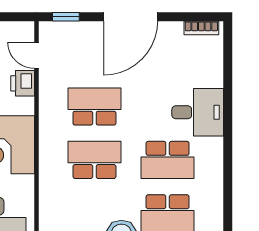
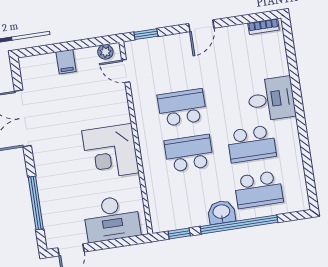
door: (131, 17) -> (201, 26), width x0.53
plant: (17, 30) -> (105, 52), added
printer: (23, 83) -> (117, 97), removed

